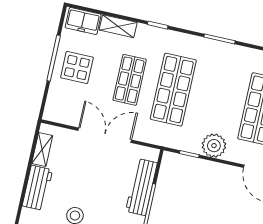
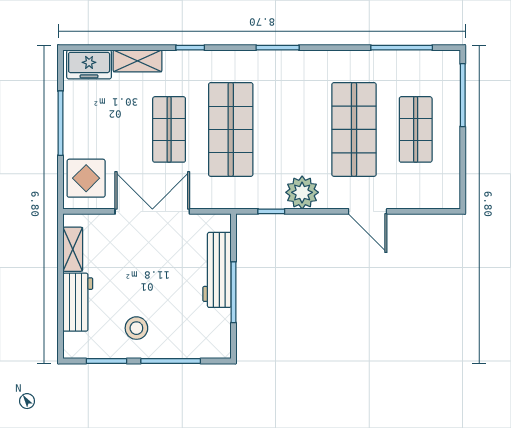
display table: (77, 67) -> (86, 178), moved

